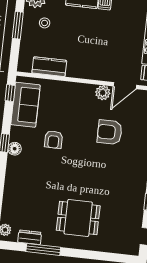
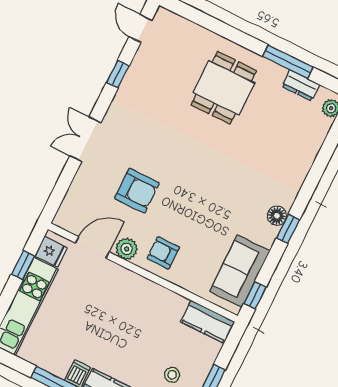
kitchen counter: (49, 67) -> (208, 322), moved
armchair: (54, 140) -> (163, 253), moved, turned -90
dining table: (78, 218) -> (224, 88), turned 90

